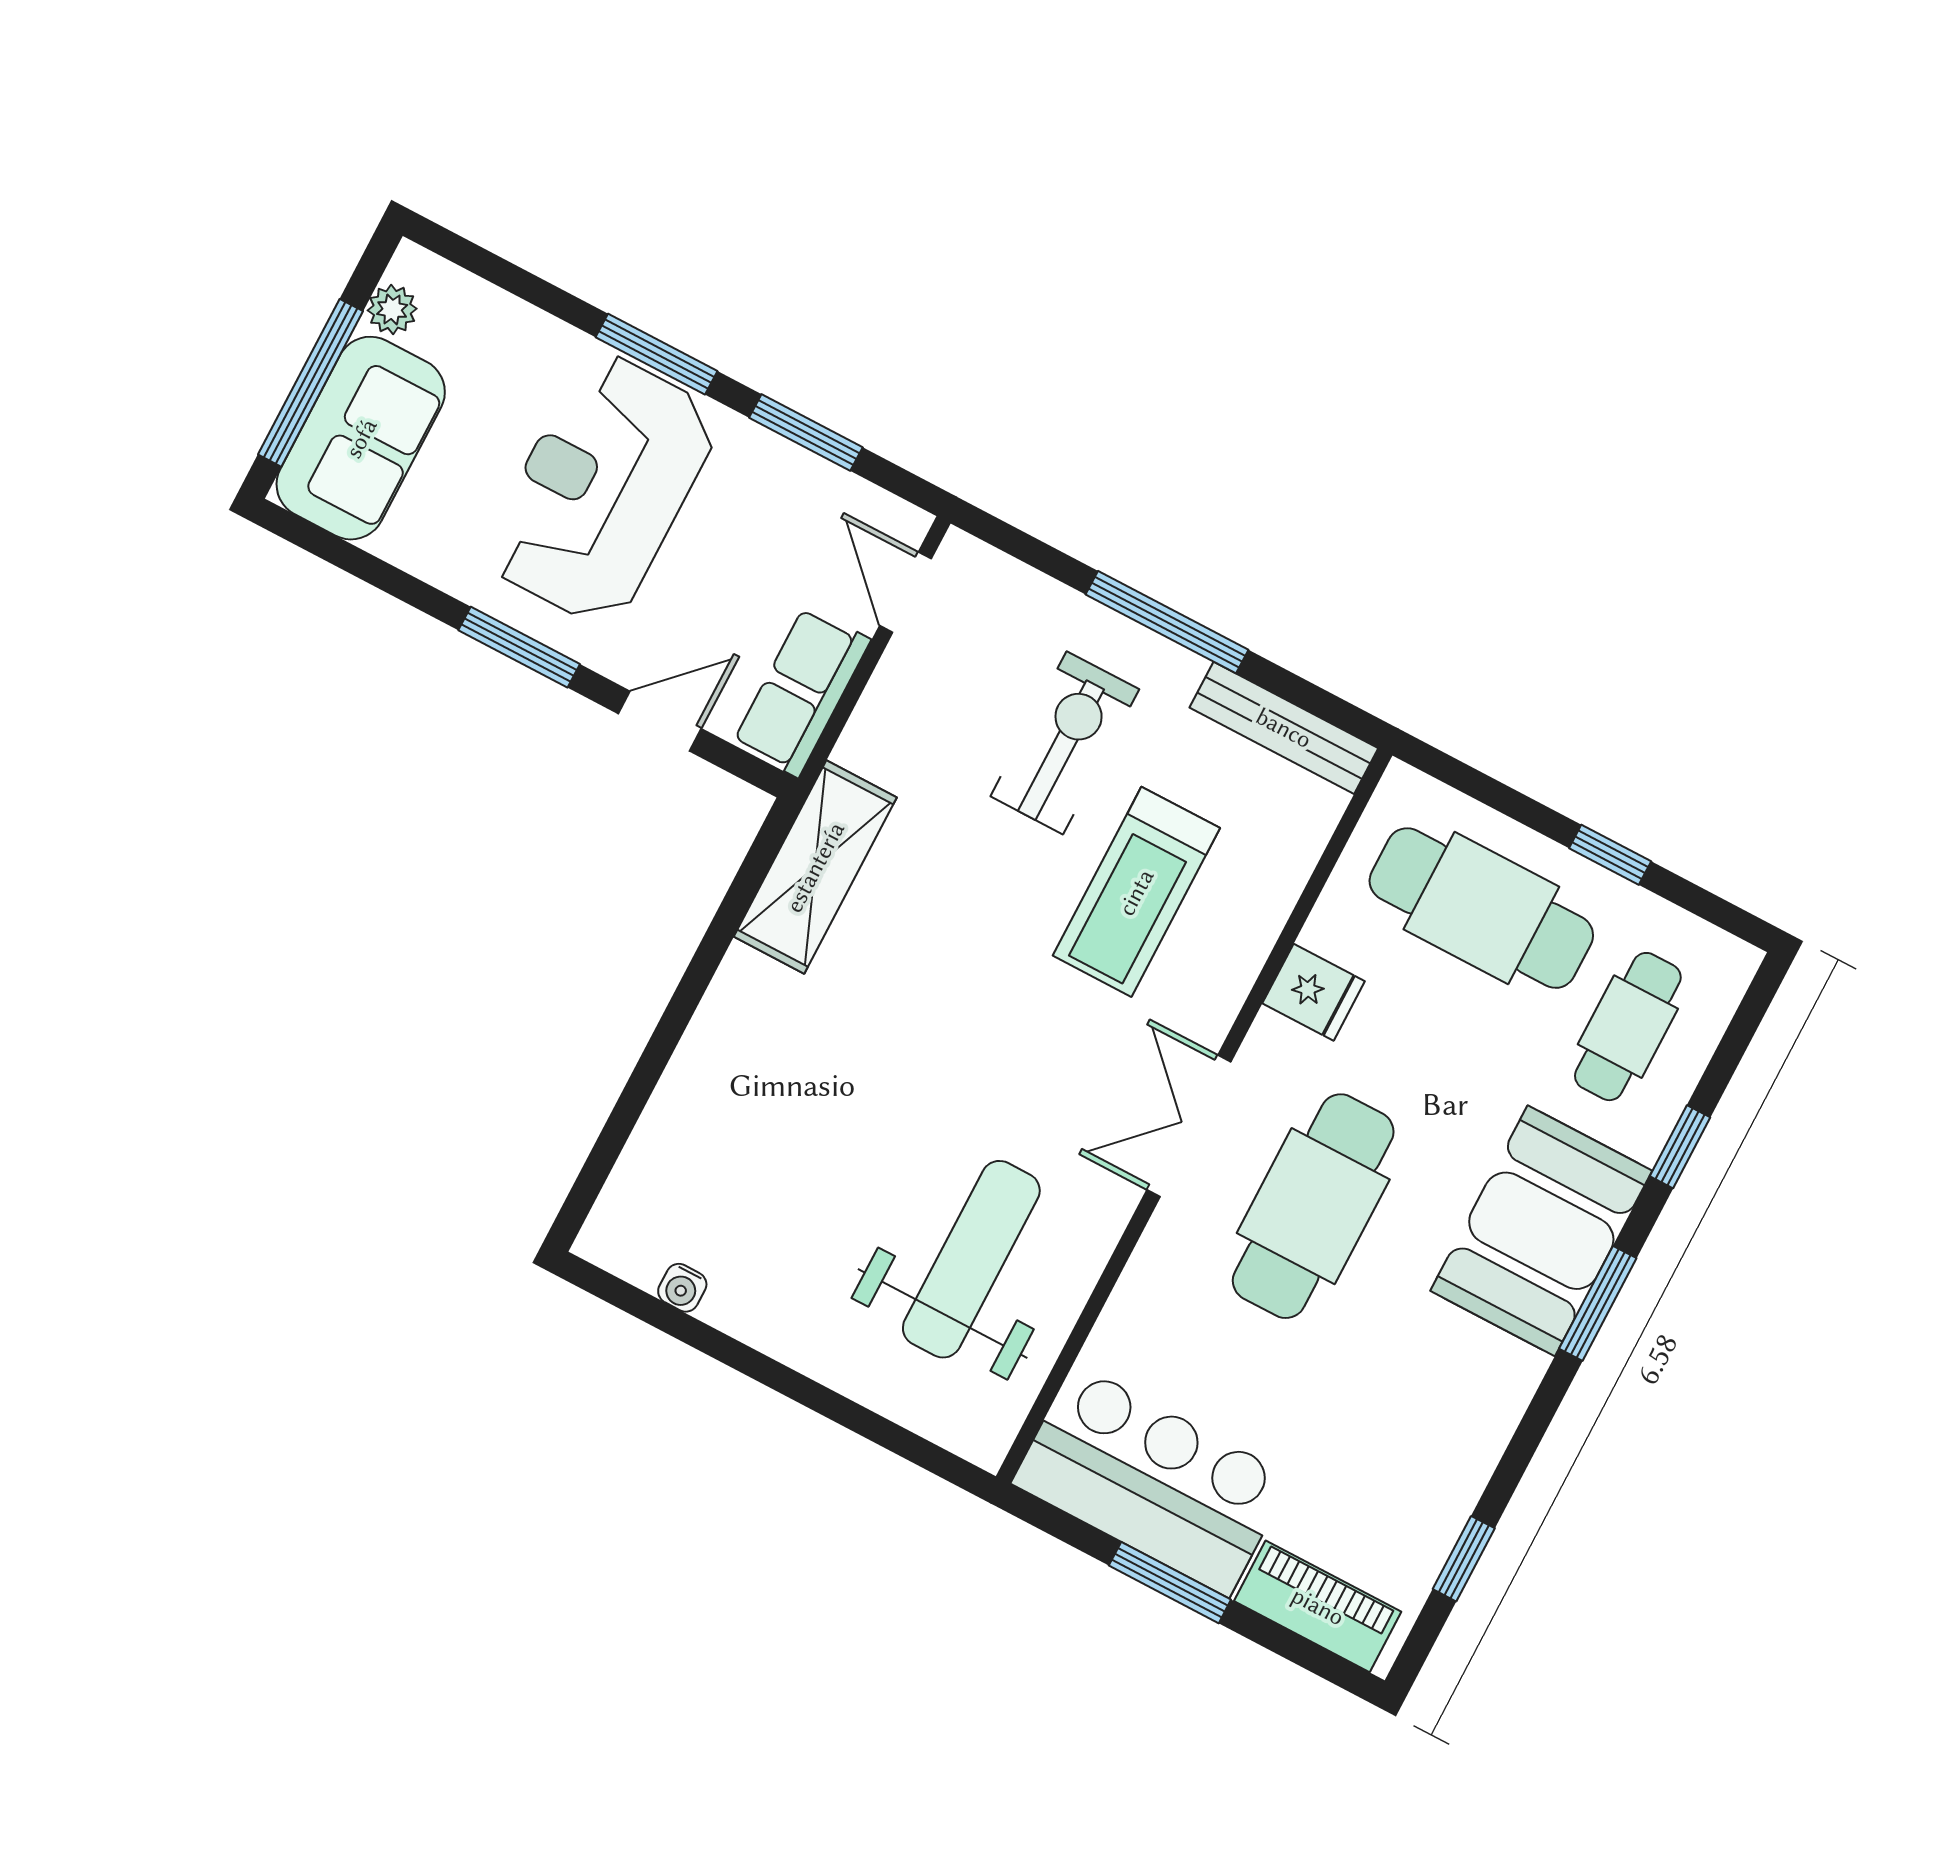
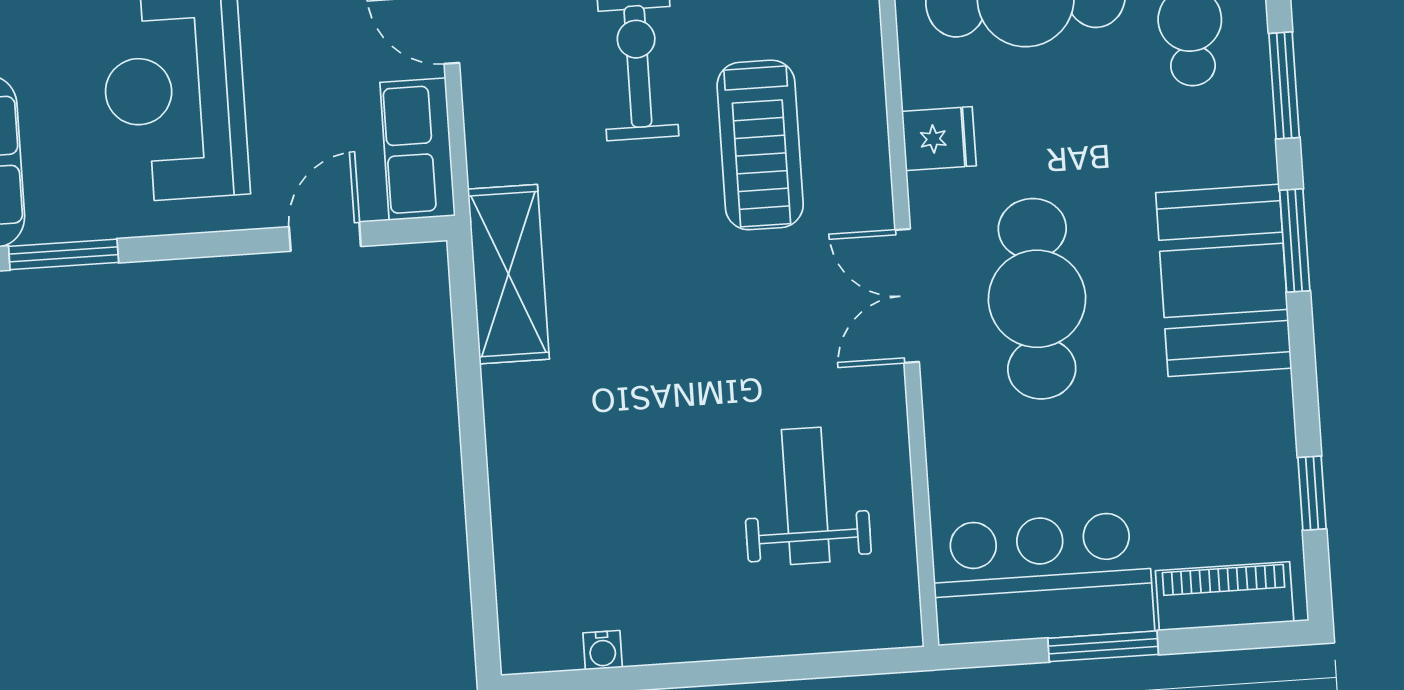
window: (519, 647) -> (64, 254), moved
window: (1680, 1147) -> (1284, 85), width x1.50
booth: (1541, 1231) -> (1224, 280), moved
weight bench: (971, 1259) -> (806, 496), width x0.73, depth x0.75

